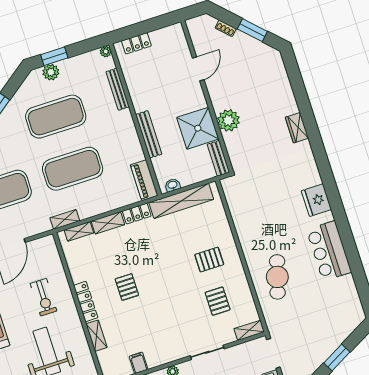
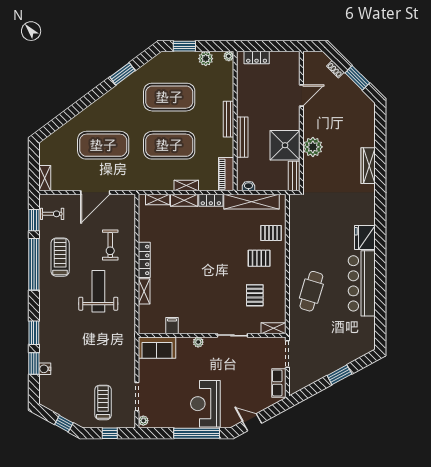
plant: (51, 72) -> (206, 59), moved
bench: (118, 89) -> (228, 119), moved
wardrobe: (297, 128) -> (368, 166), width x1.50
shelving: (65, 219) -> (186, 186), moved
bar counter: (329, 251) -> (362, 283), width x1.36
pallet: (127, 287) -> (271, 233), moved, turned 90

